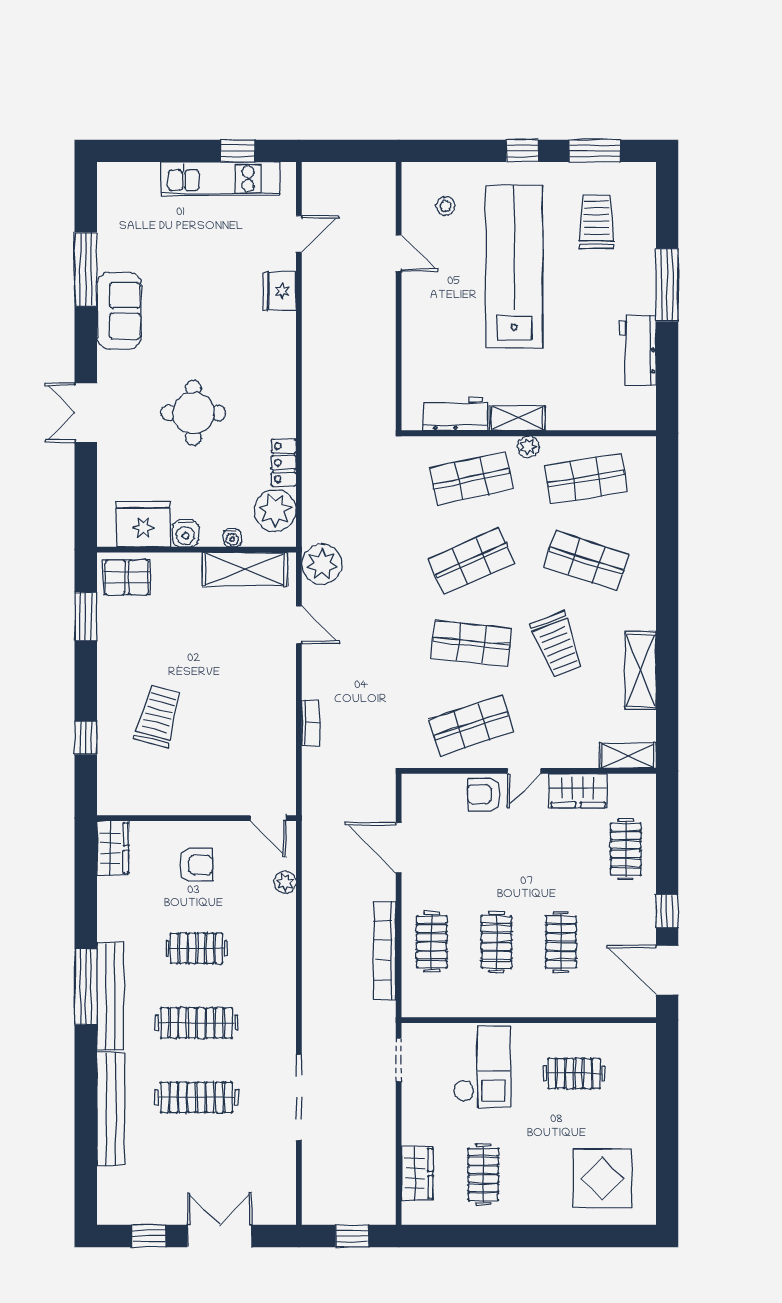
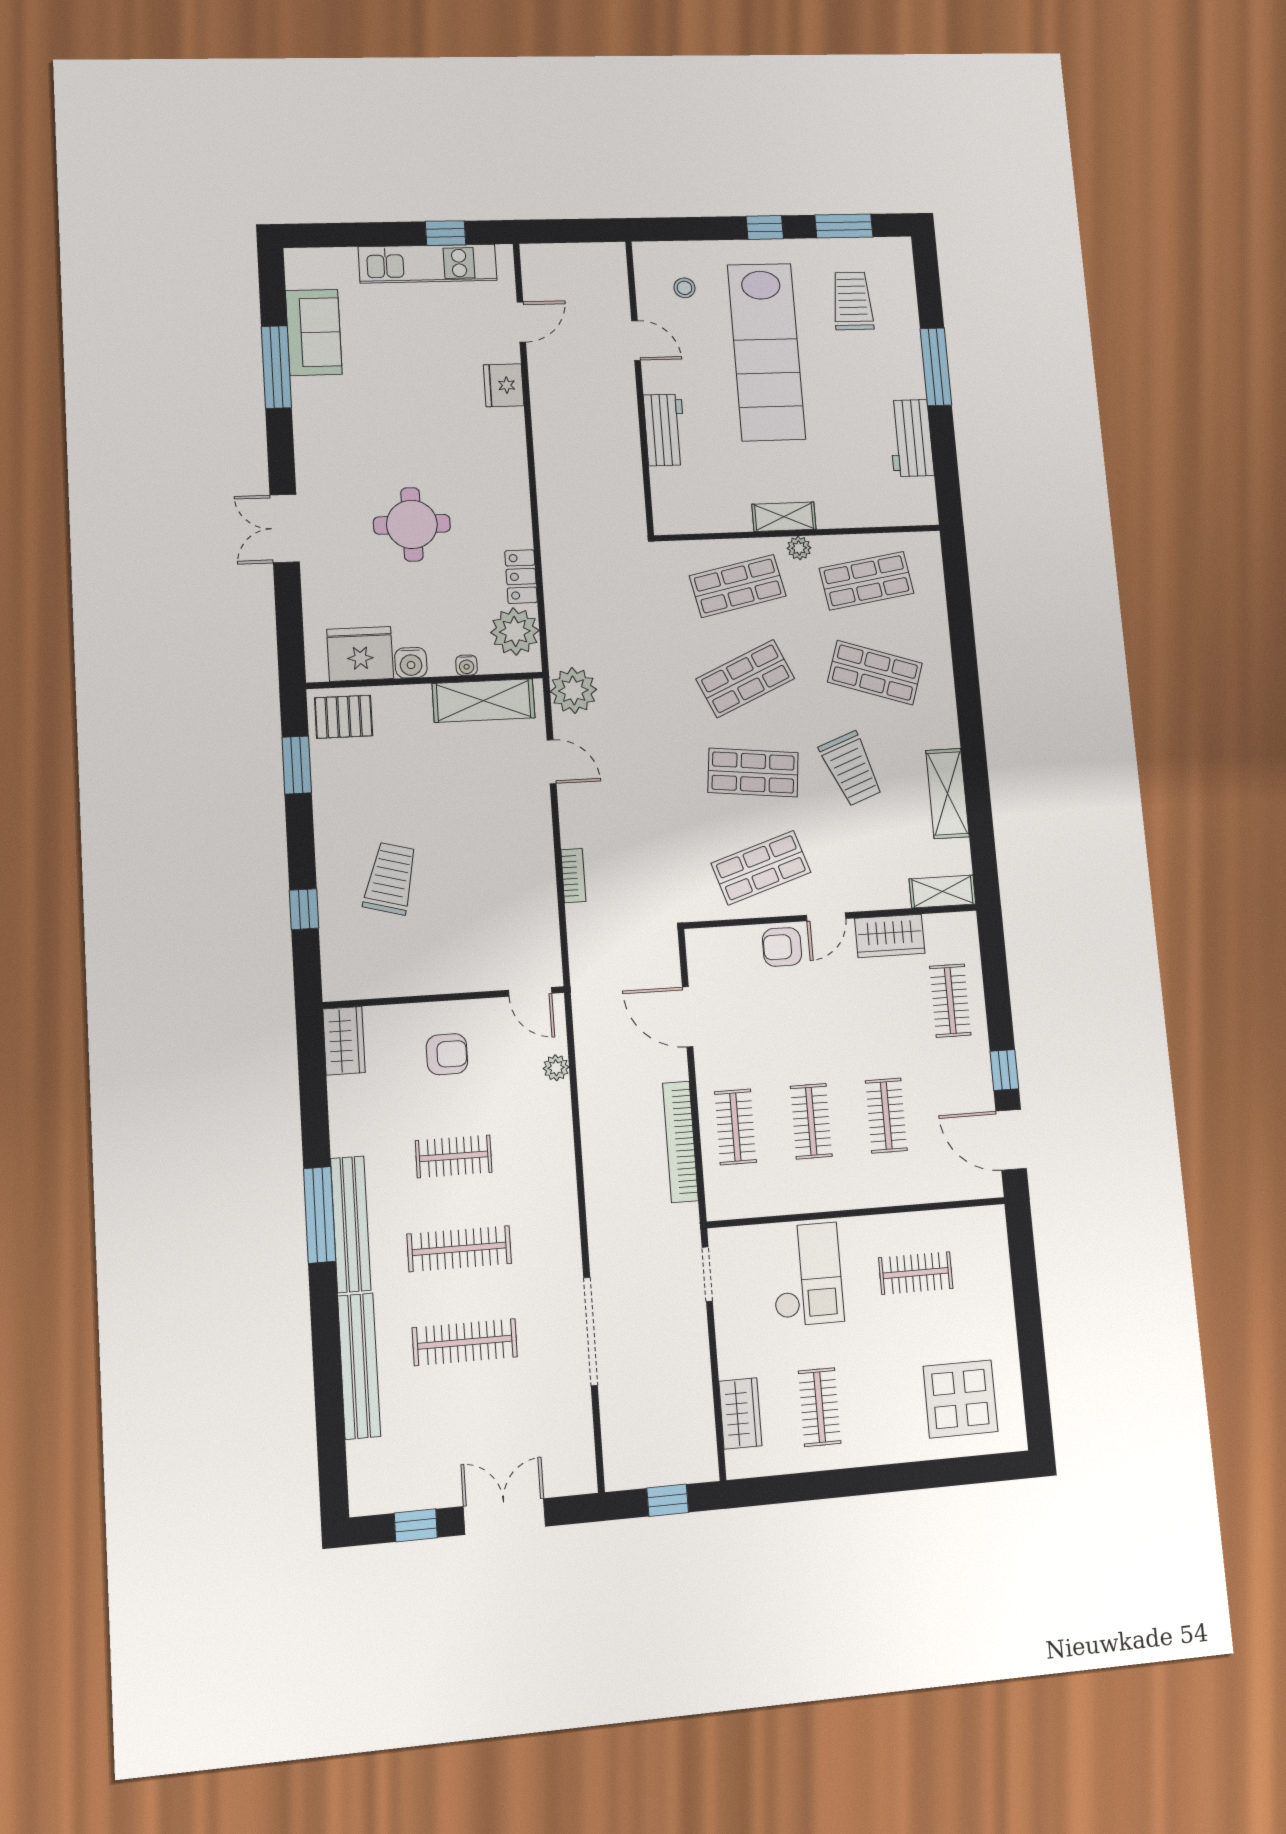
lab bench: (514, 267) -> (766, 352), turned 180
sofa: (119, 311) -> (314, 332), moved
workbench: (455, 414) -> (665, 430), moved, turned 90

